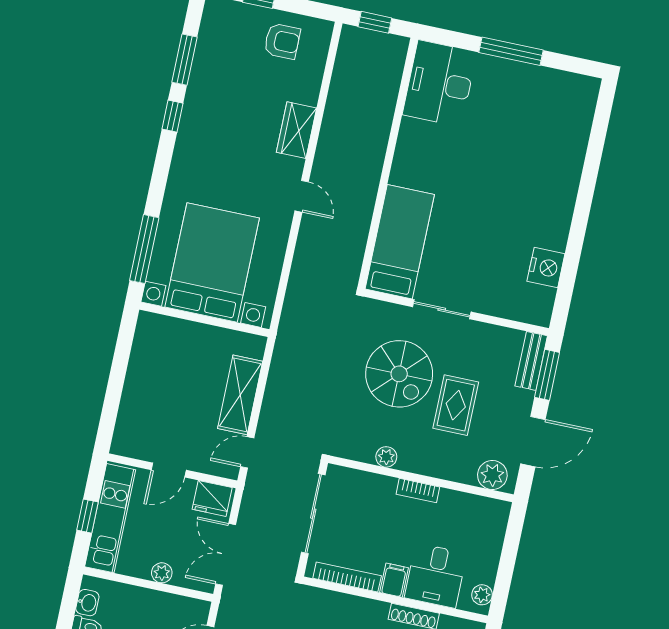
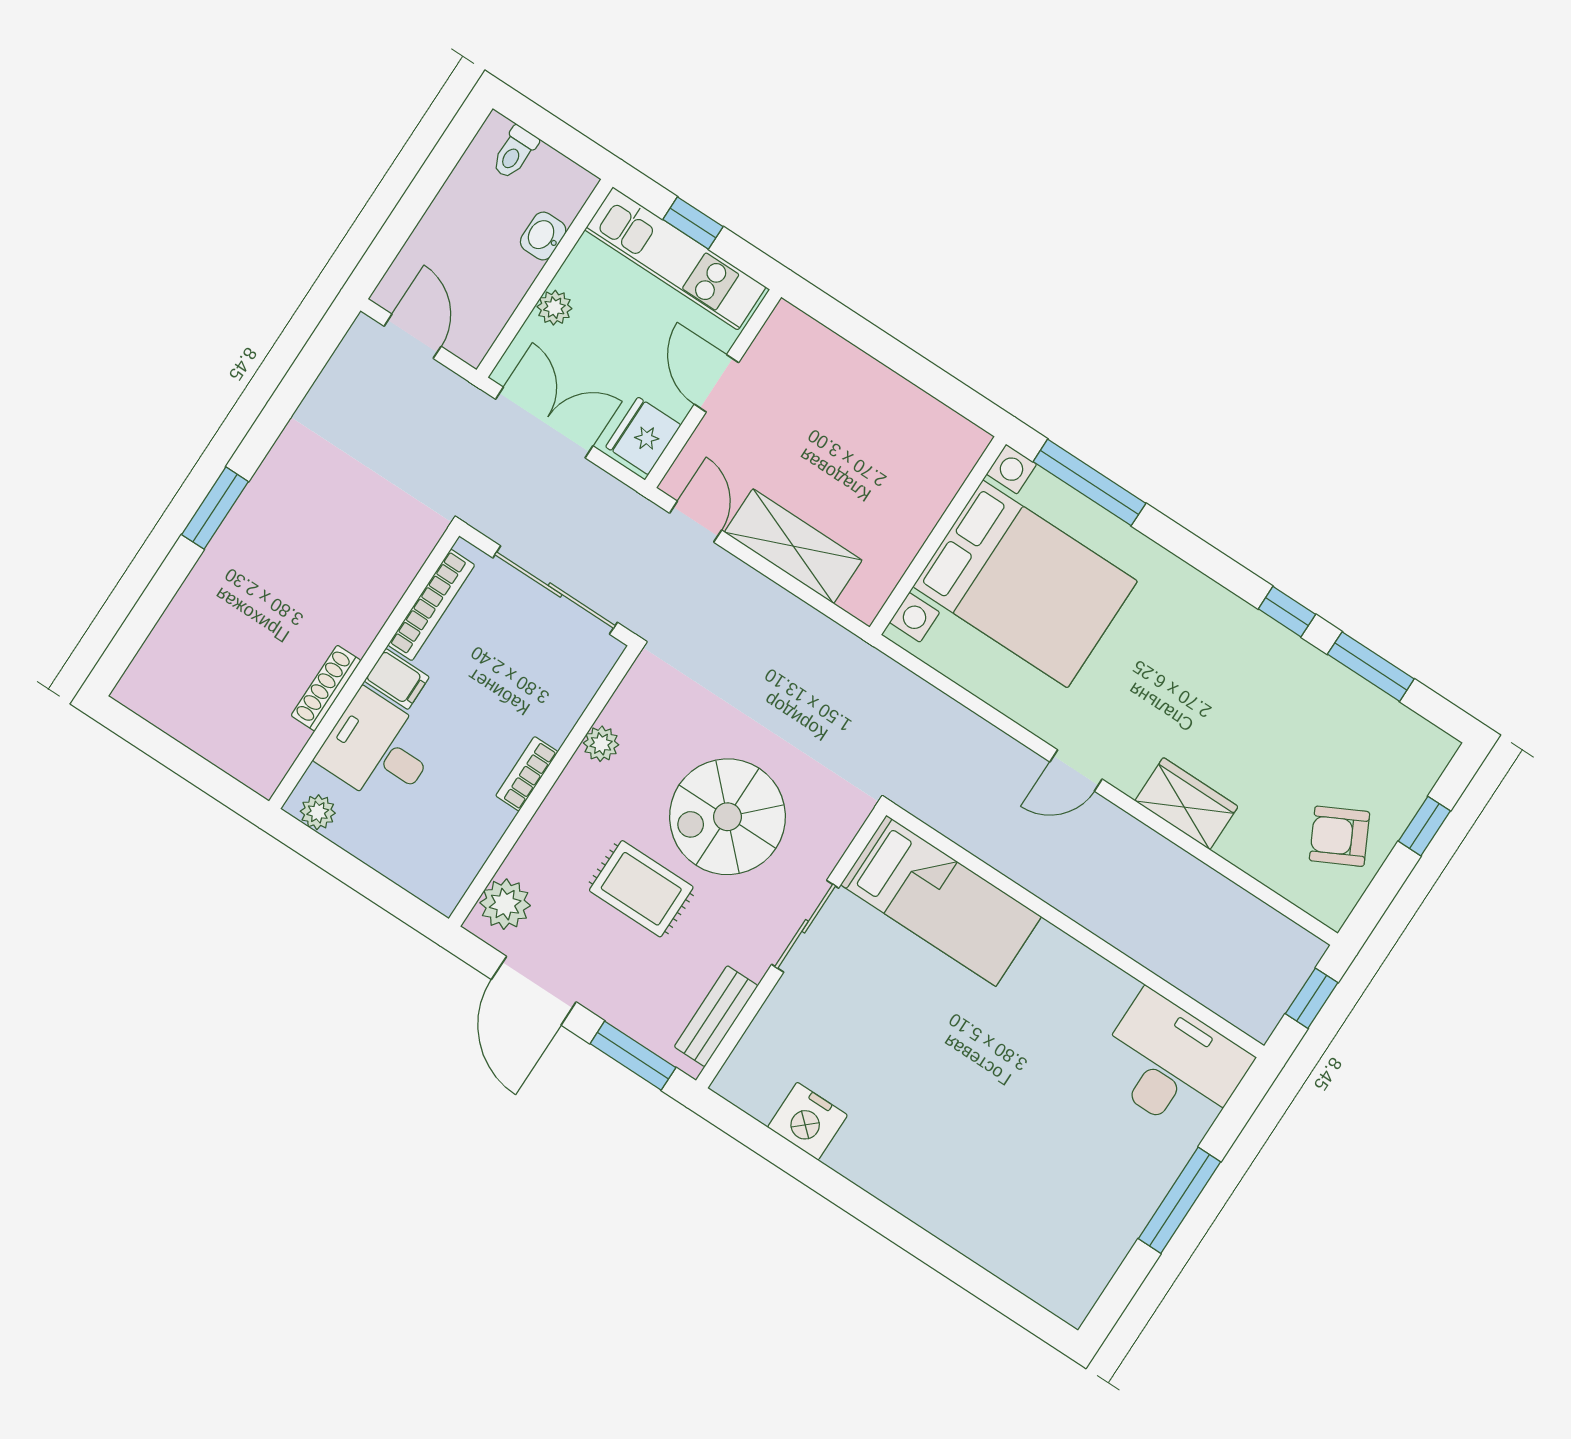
armchair: (282, 41) -> (1339, 836), turned 63
bench: (531, 361) -> (716, 1016), moved, turned 90
washbasin: (87, 603) -> (543, 236), moved, turned 90

